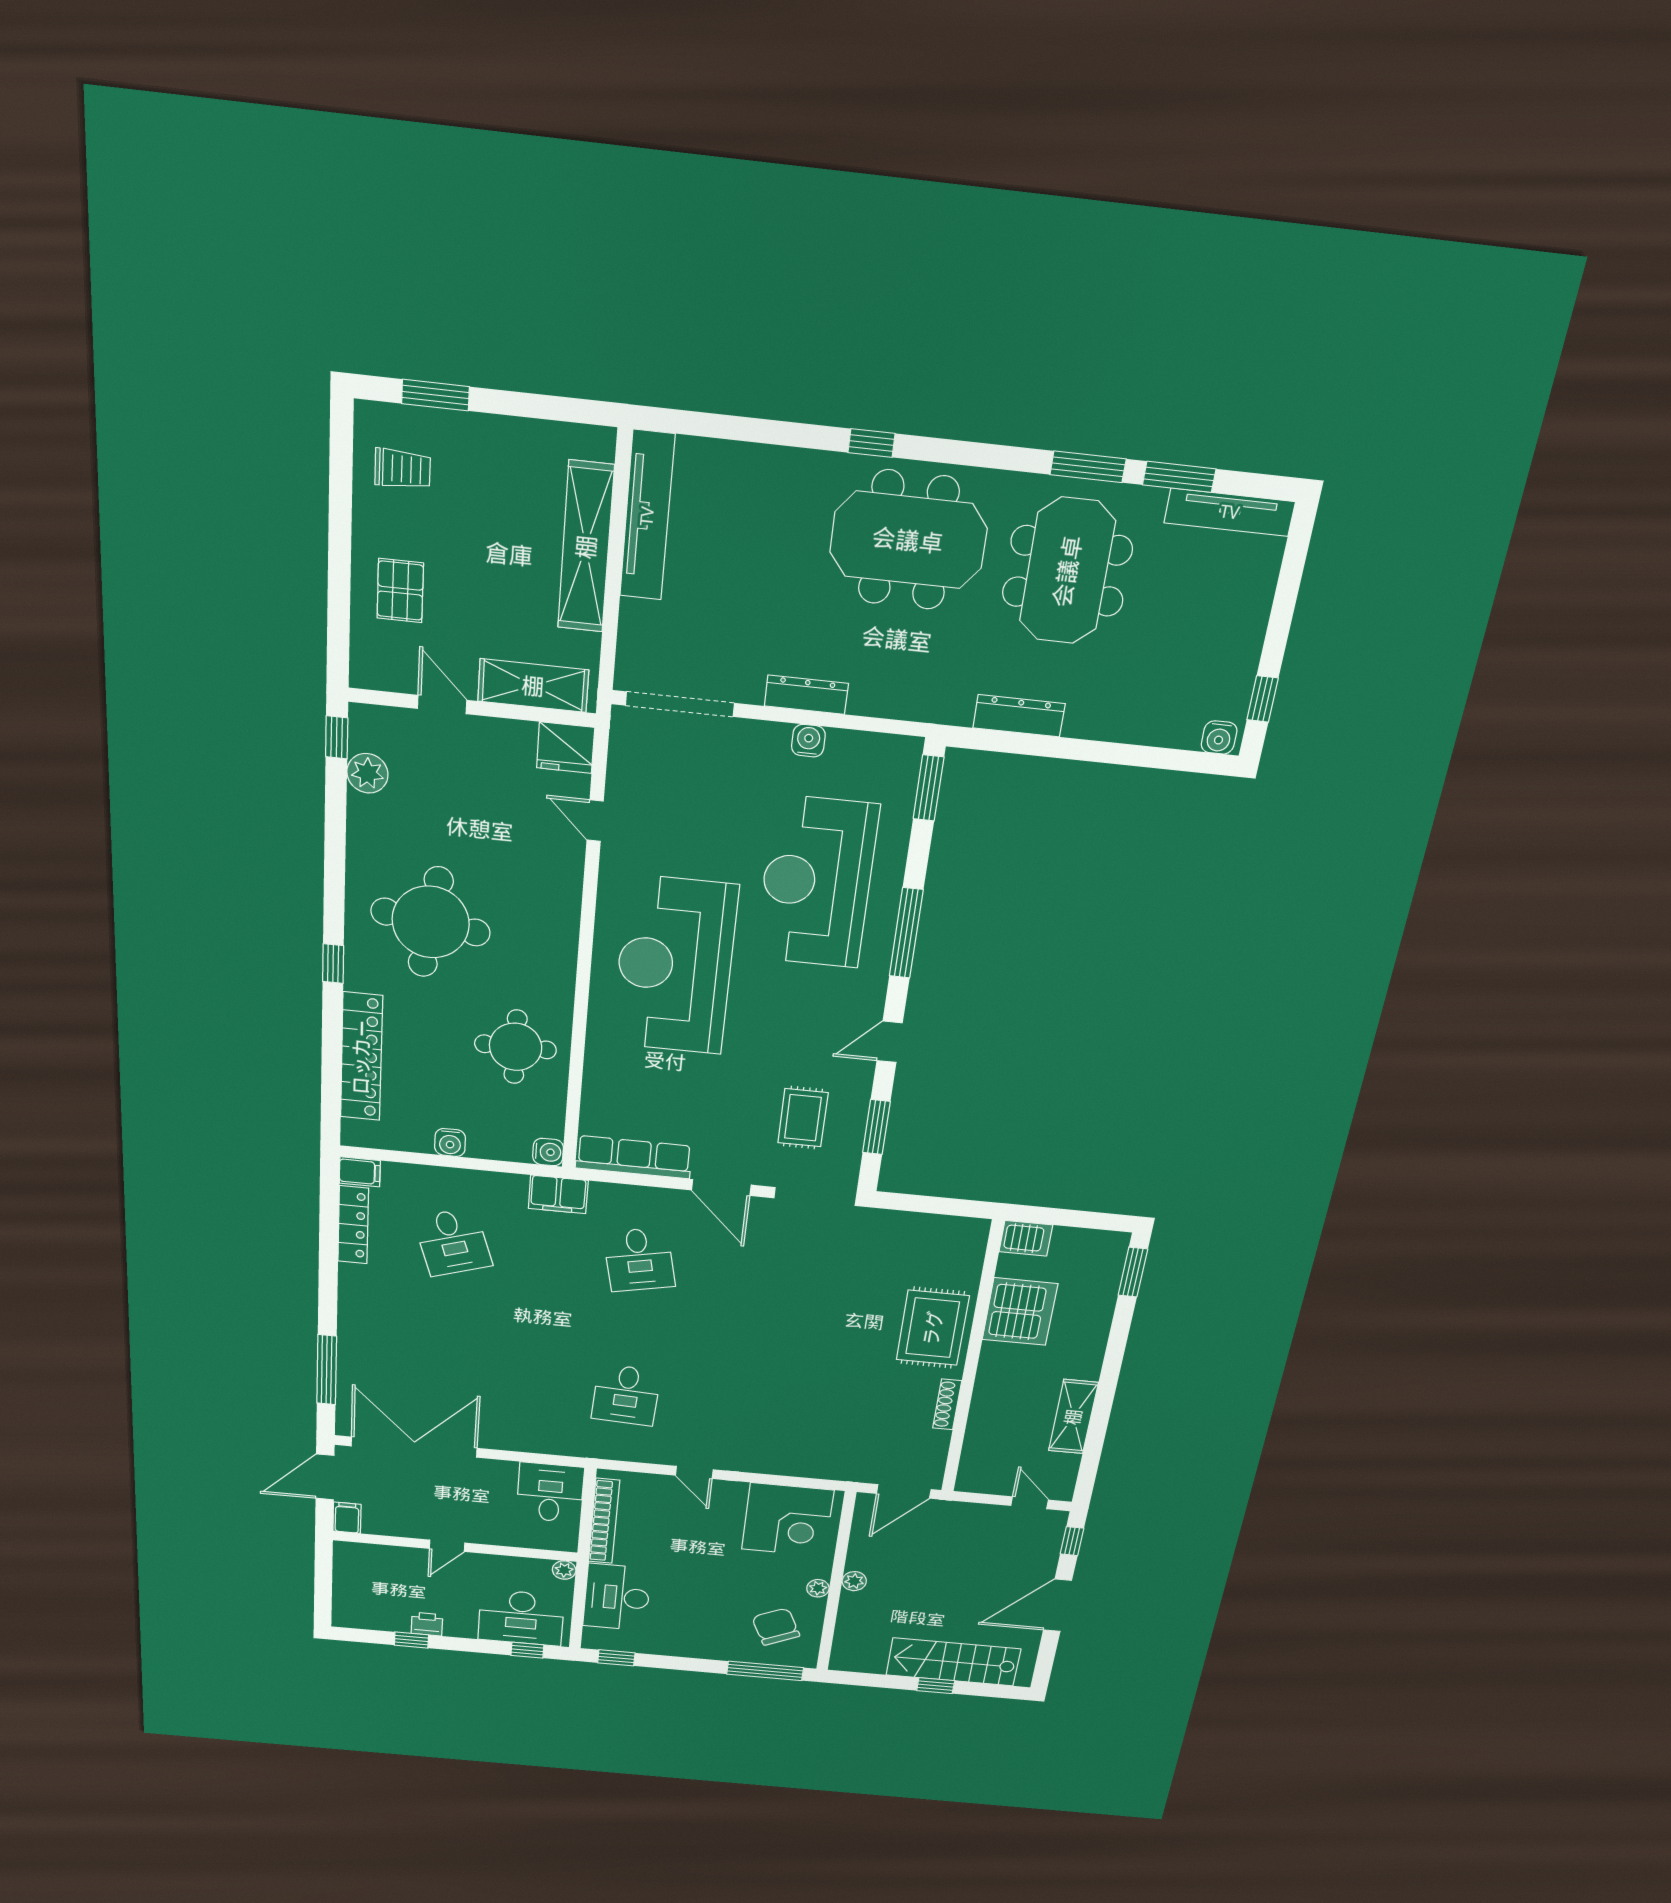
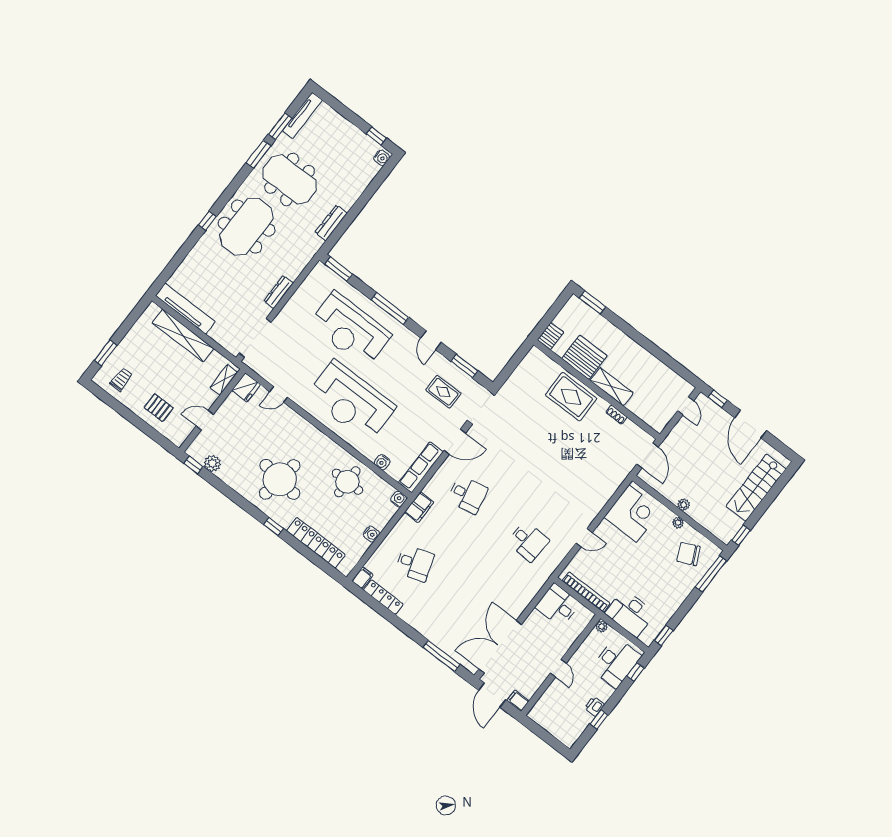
shelving: (533, 686) -> (224, 380), width x0.67, depth x0.75
water cooler: (808, 741) -> (382, 462), moved, turned -90
shoe rack: (947, 1404) -> (616, 415), width x0.70
shelving: (1073, 1417) -> (612, 387), moved
door: (1030, 1503) -> (686, 406), swing flipped
window: (936, 1686) -> (741, 535), moved

